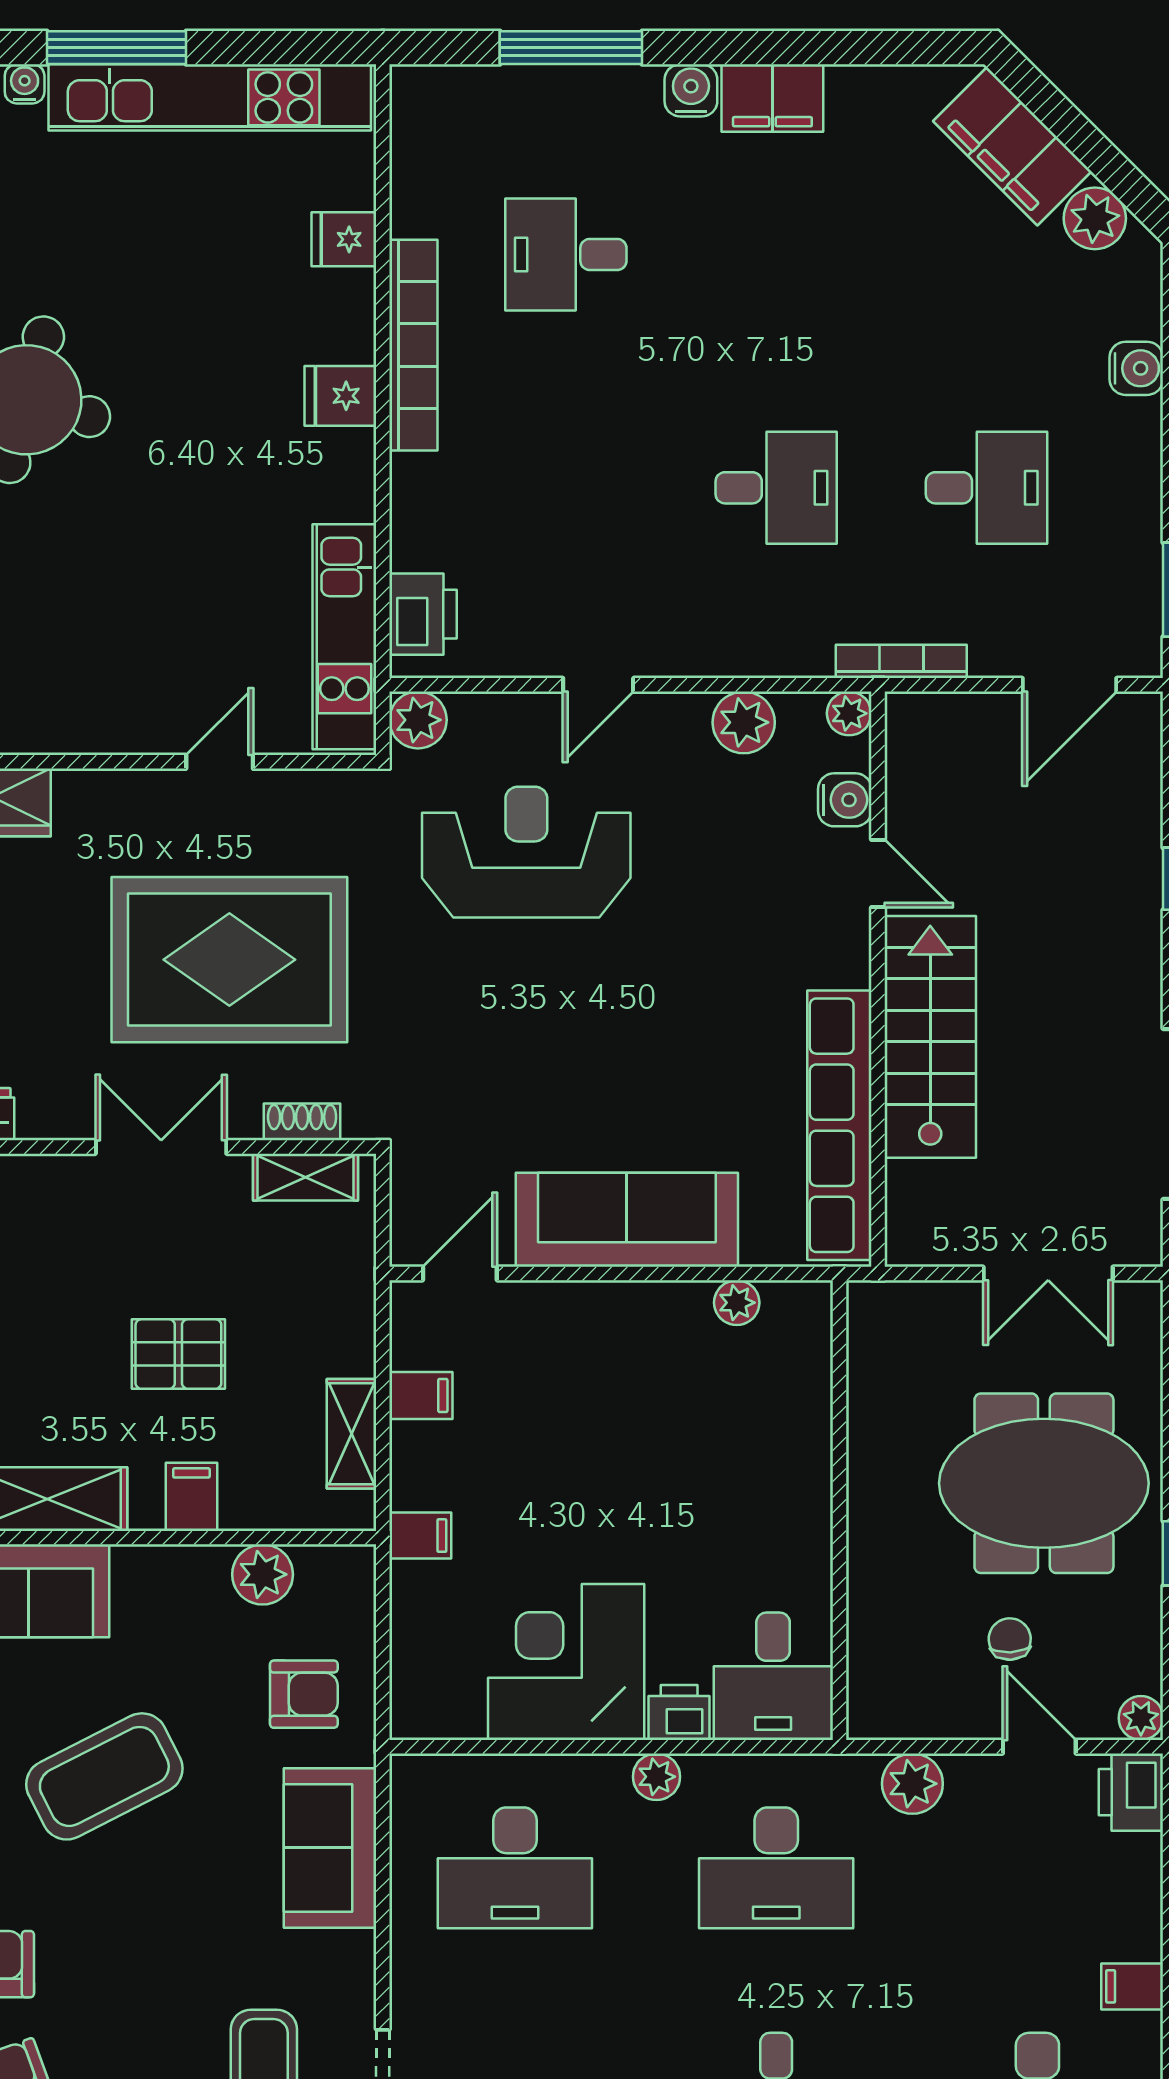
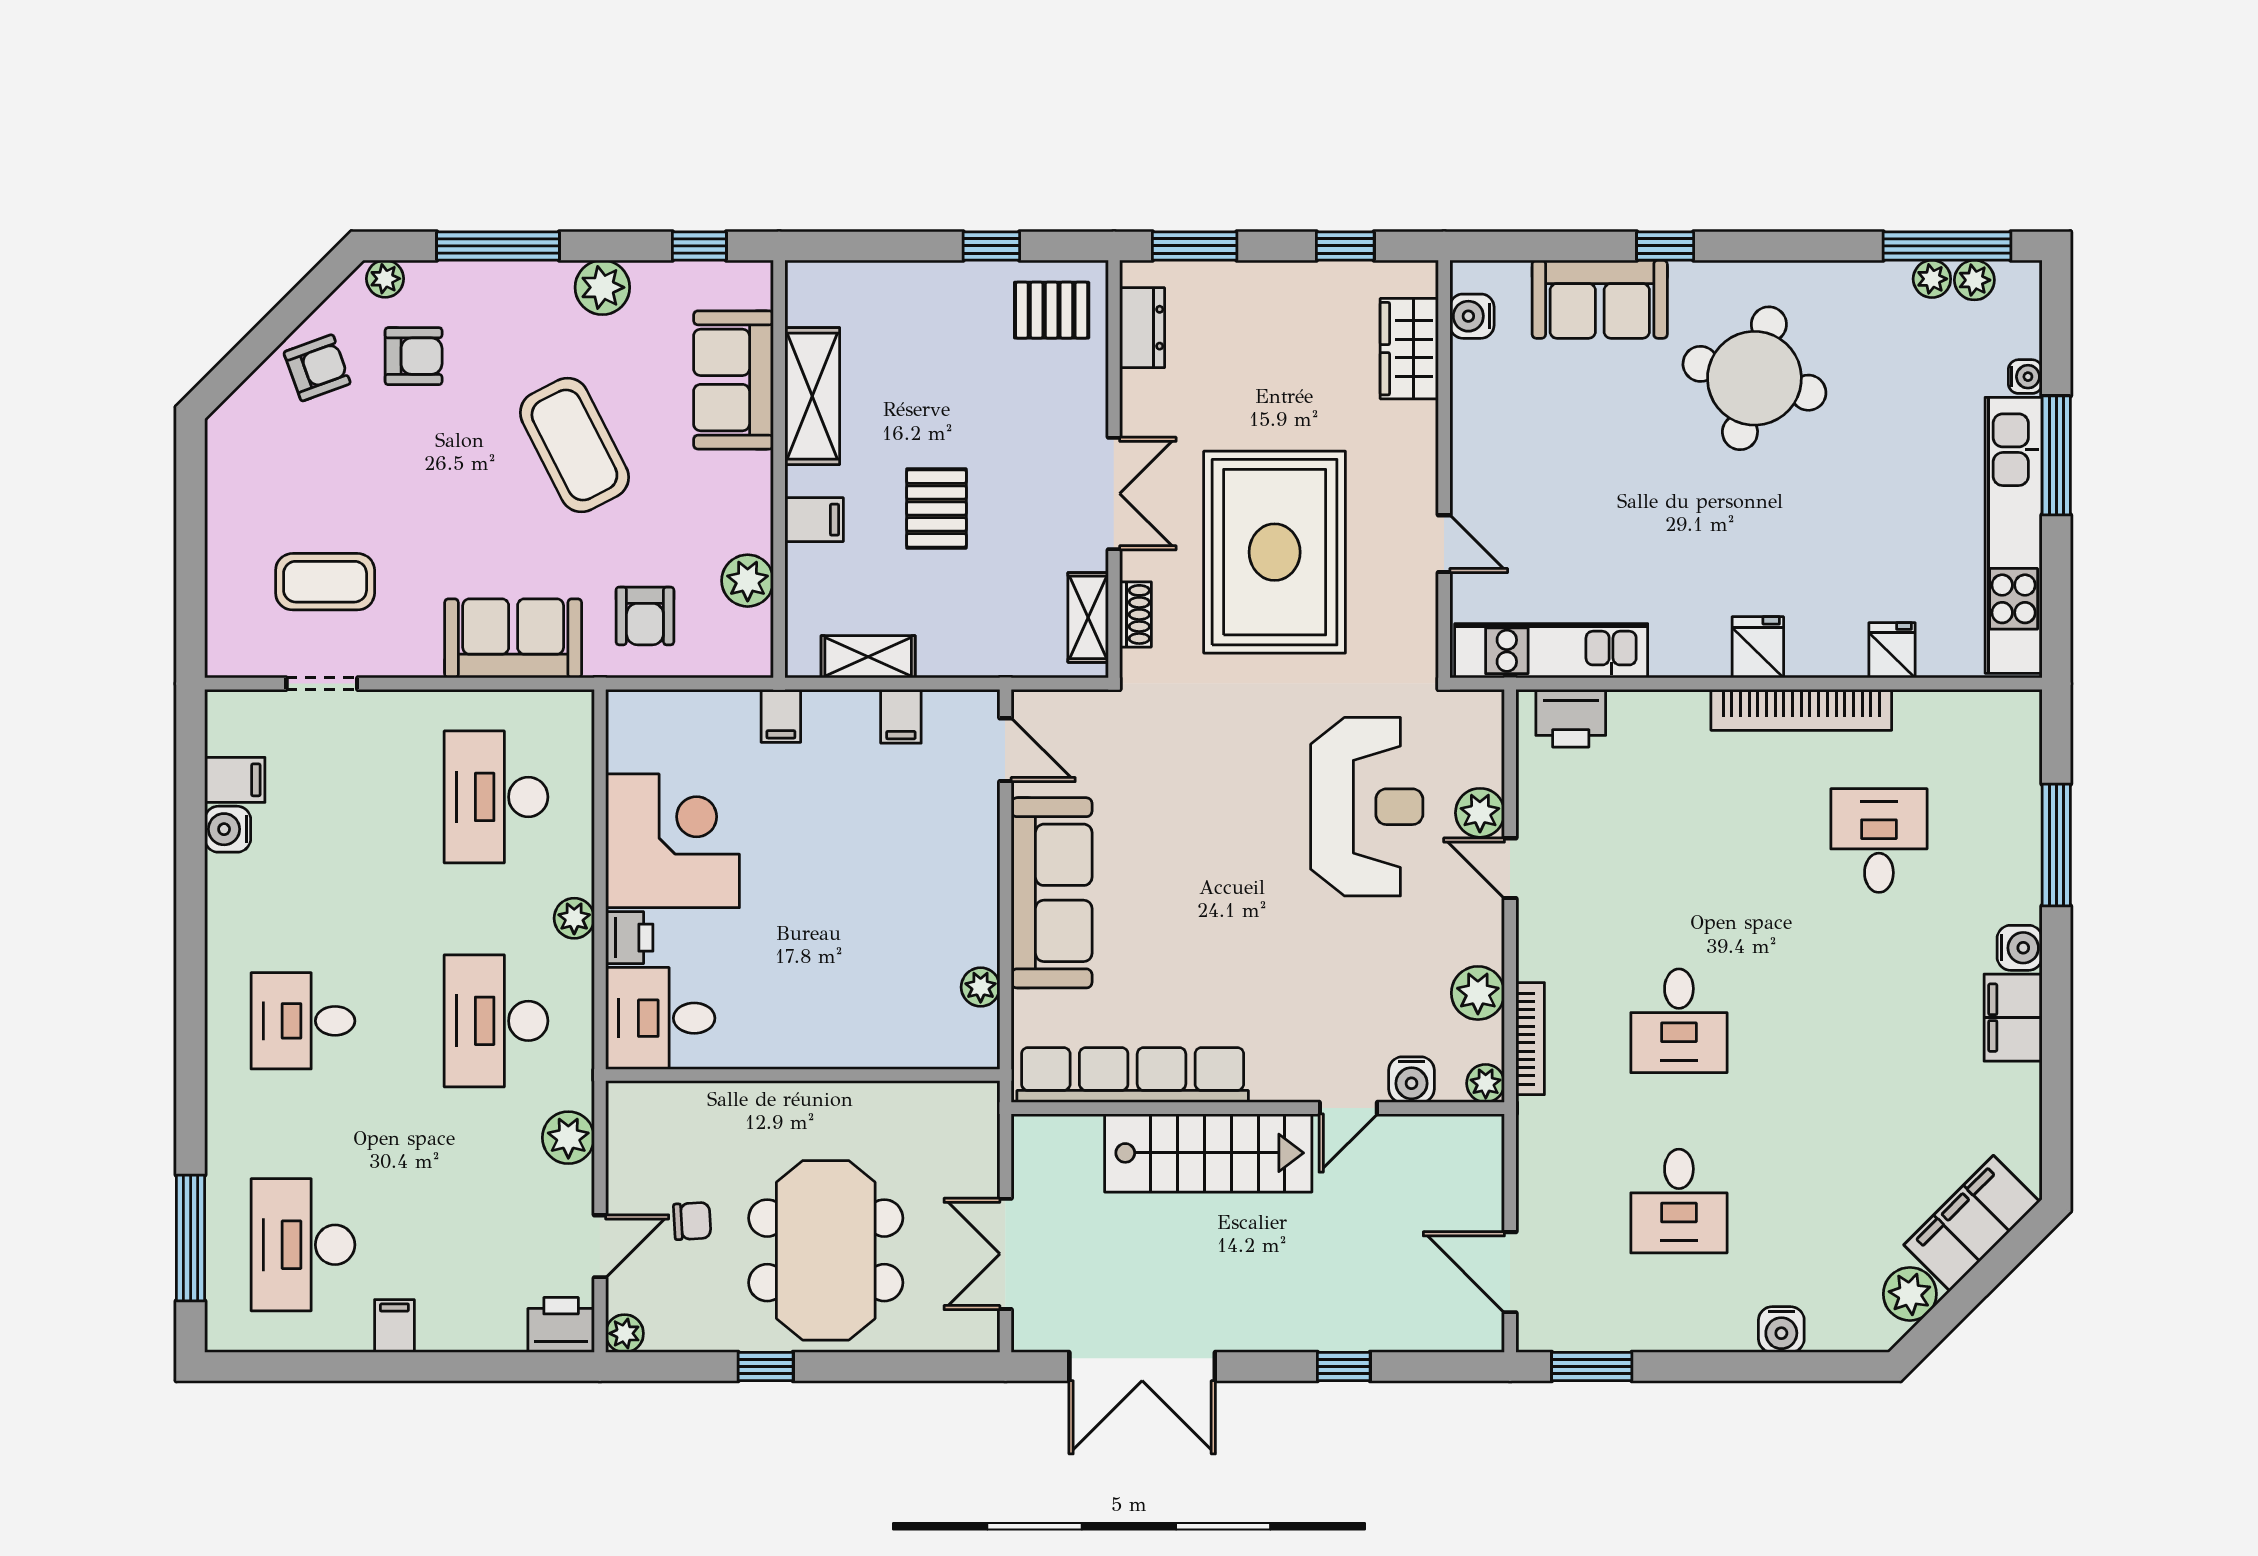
bookcase: (901, 661) -> (1530, 1039), moved
plant: (418, 720) -> (1480, 813), moved

